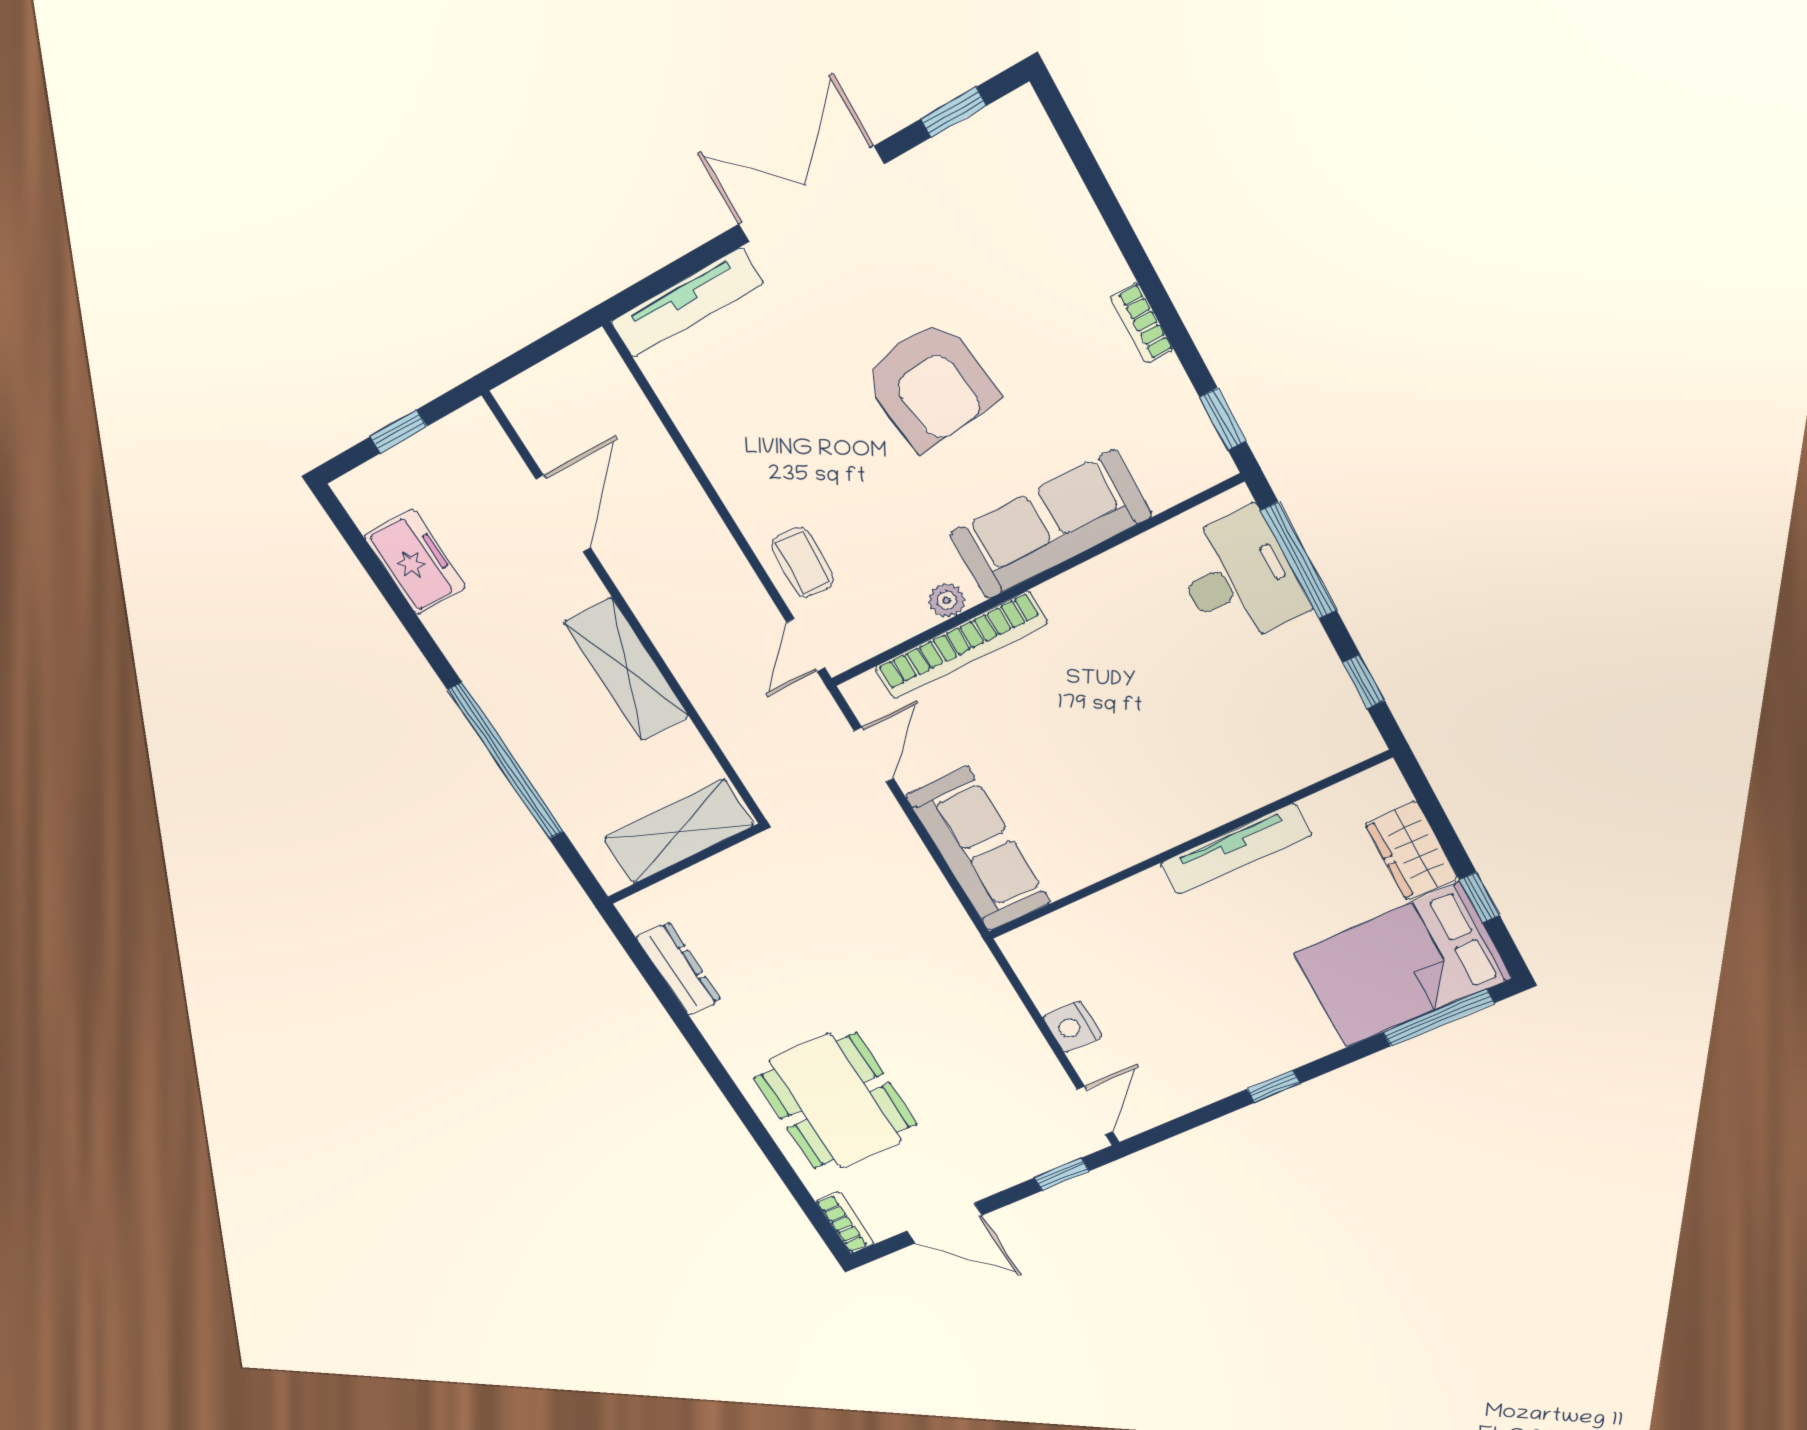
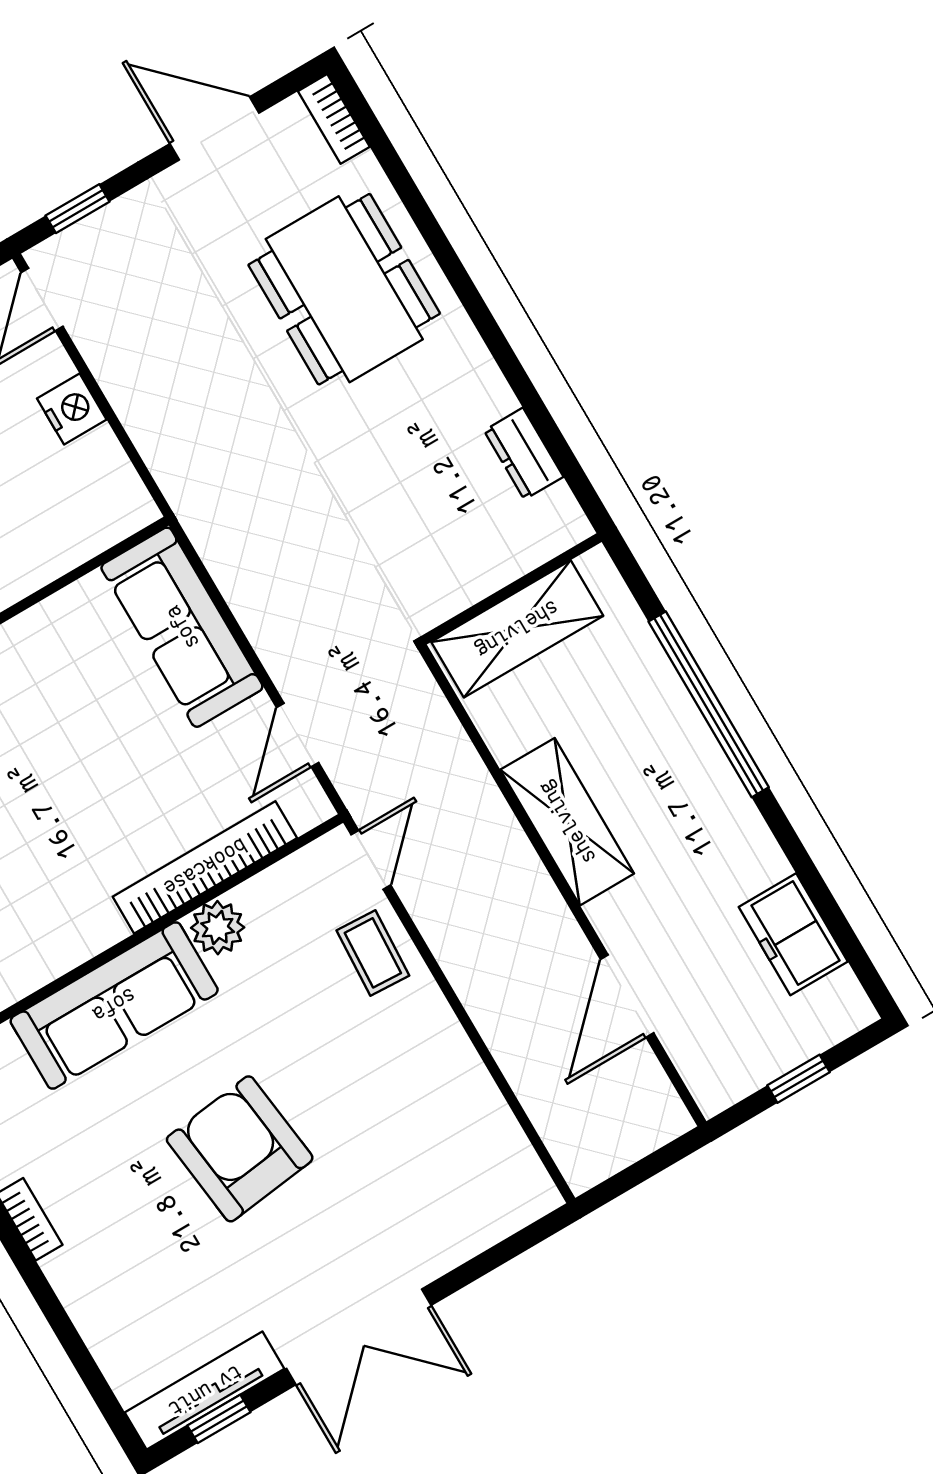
tv unit: (687, 303) -> (205, 1391), moved
plant: (947, 600) -> (218, 928), width x1.38, depth x1.38
dresser: (679, 969) -> (524, 454), width x0.70

